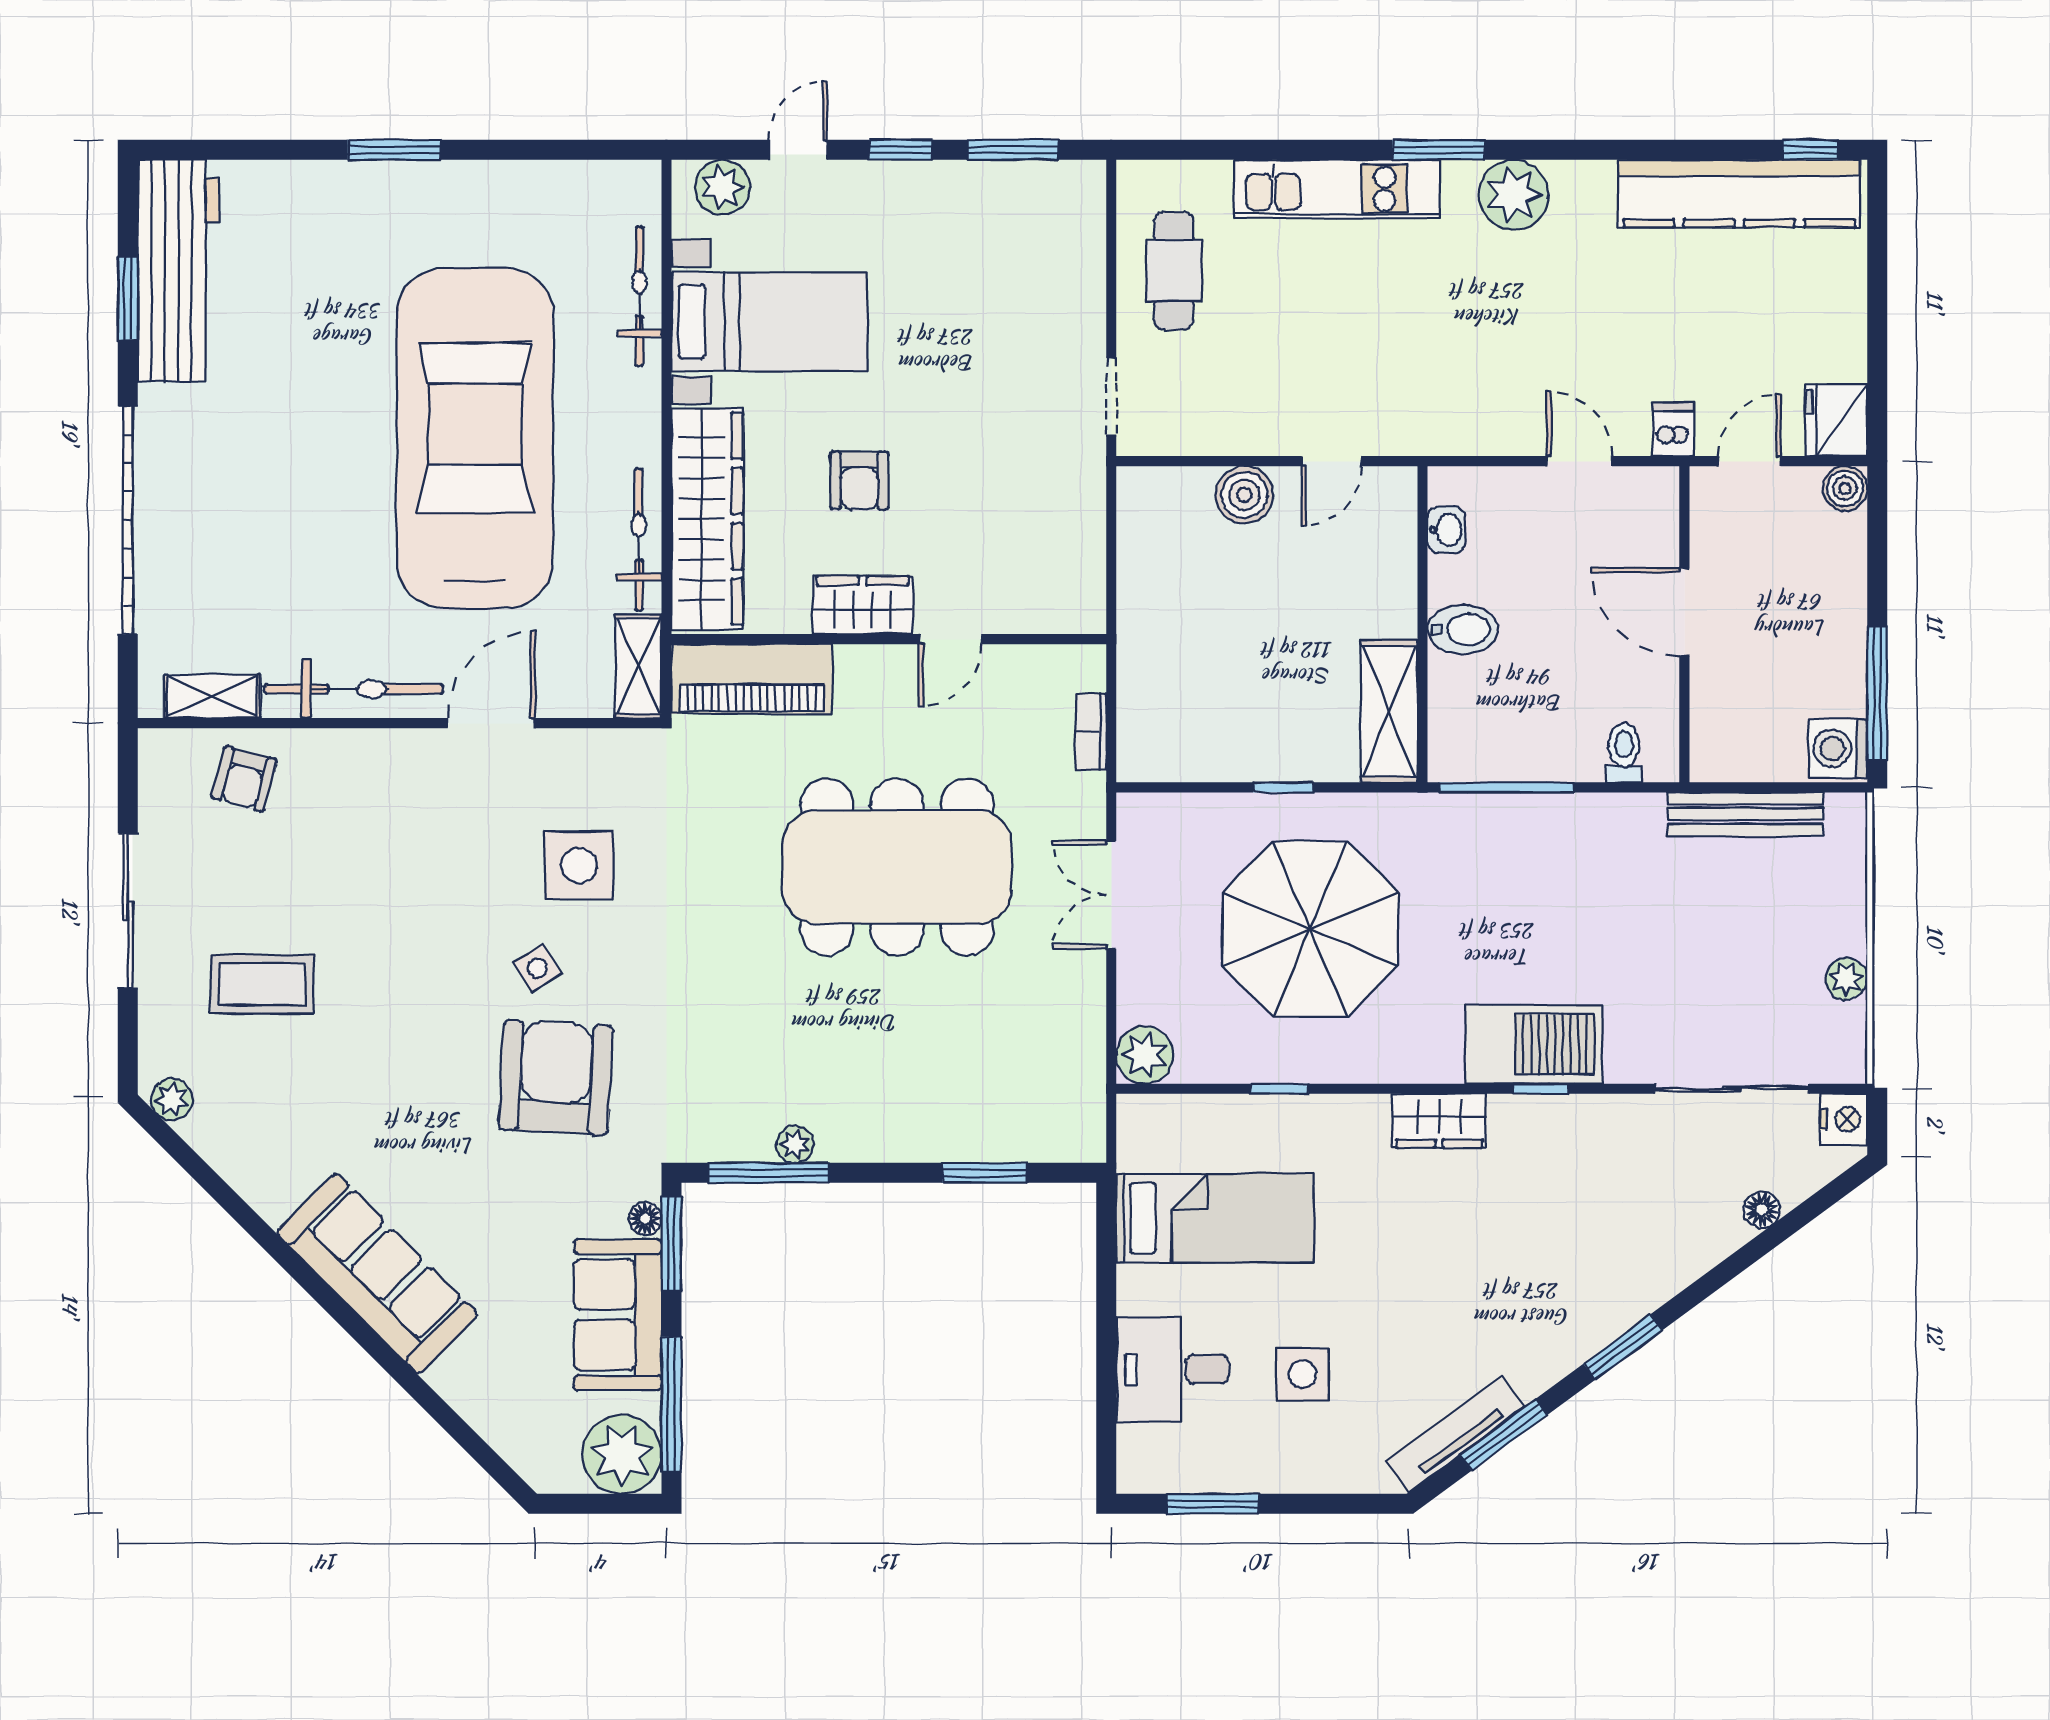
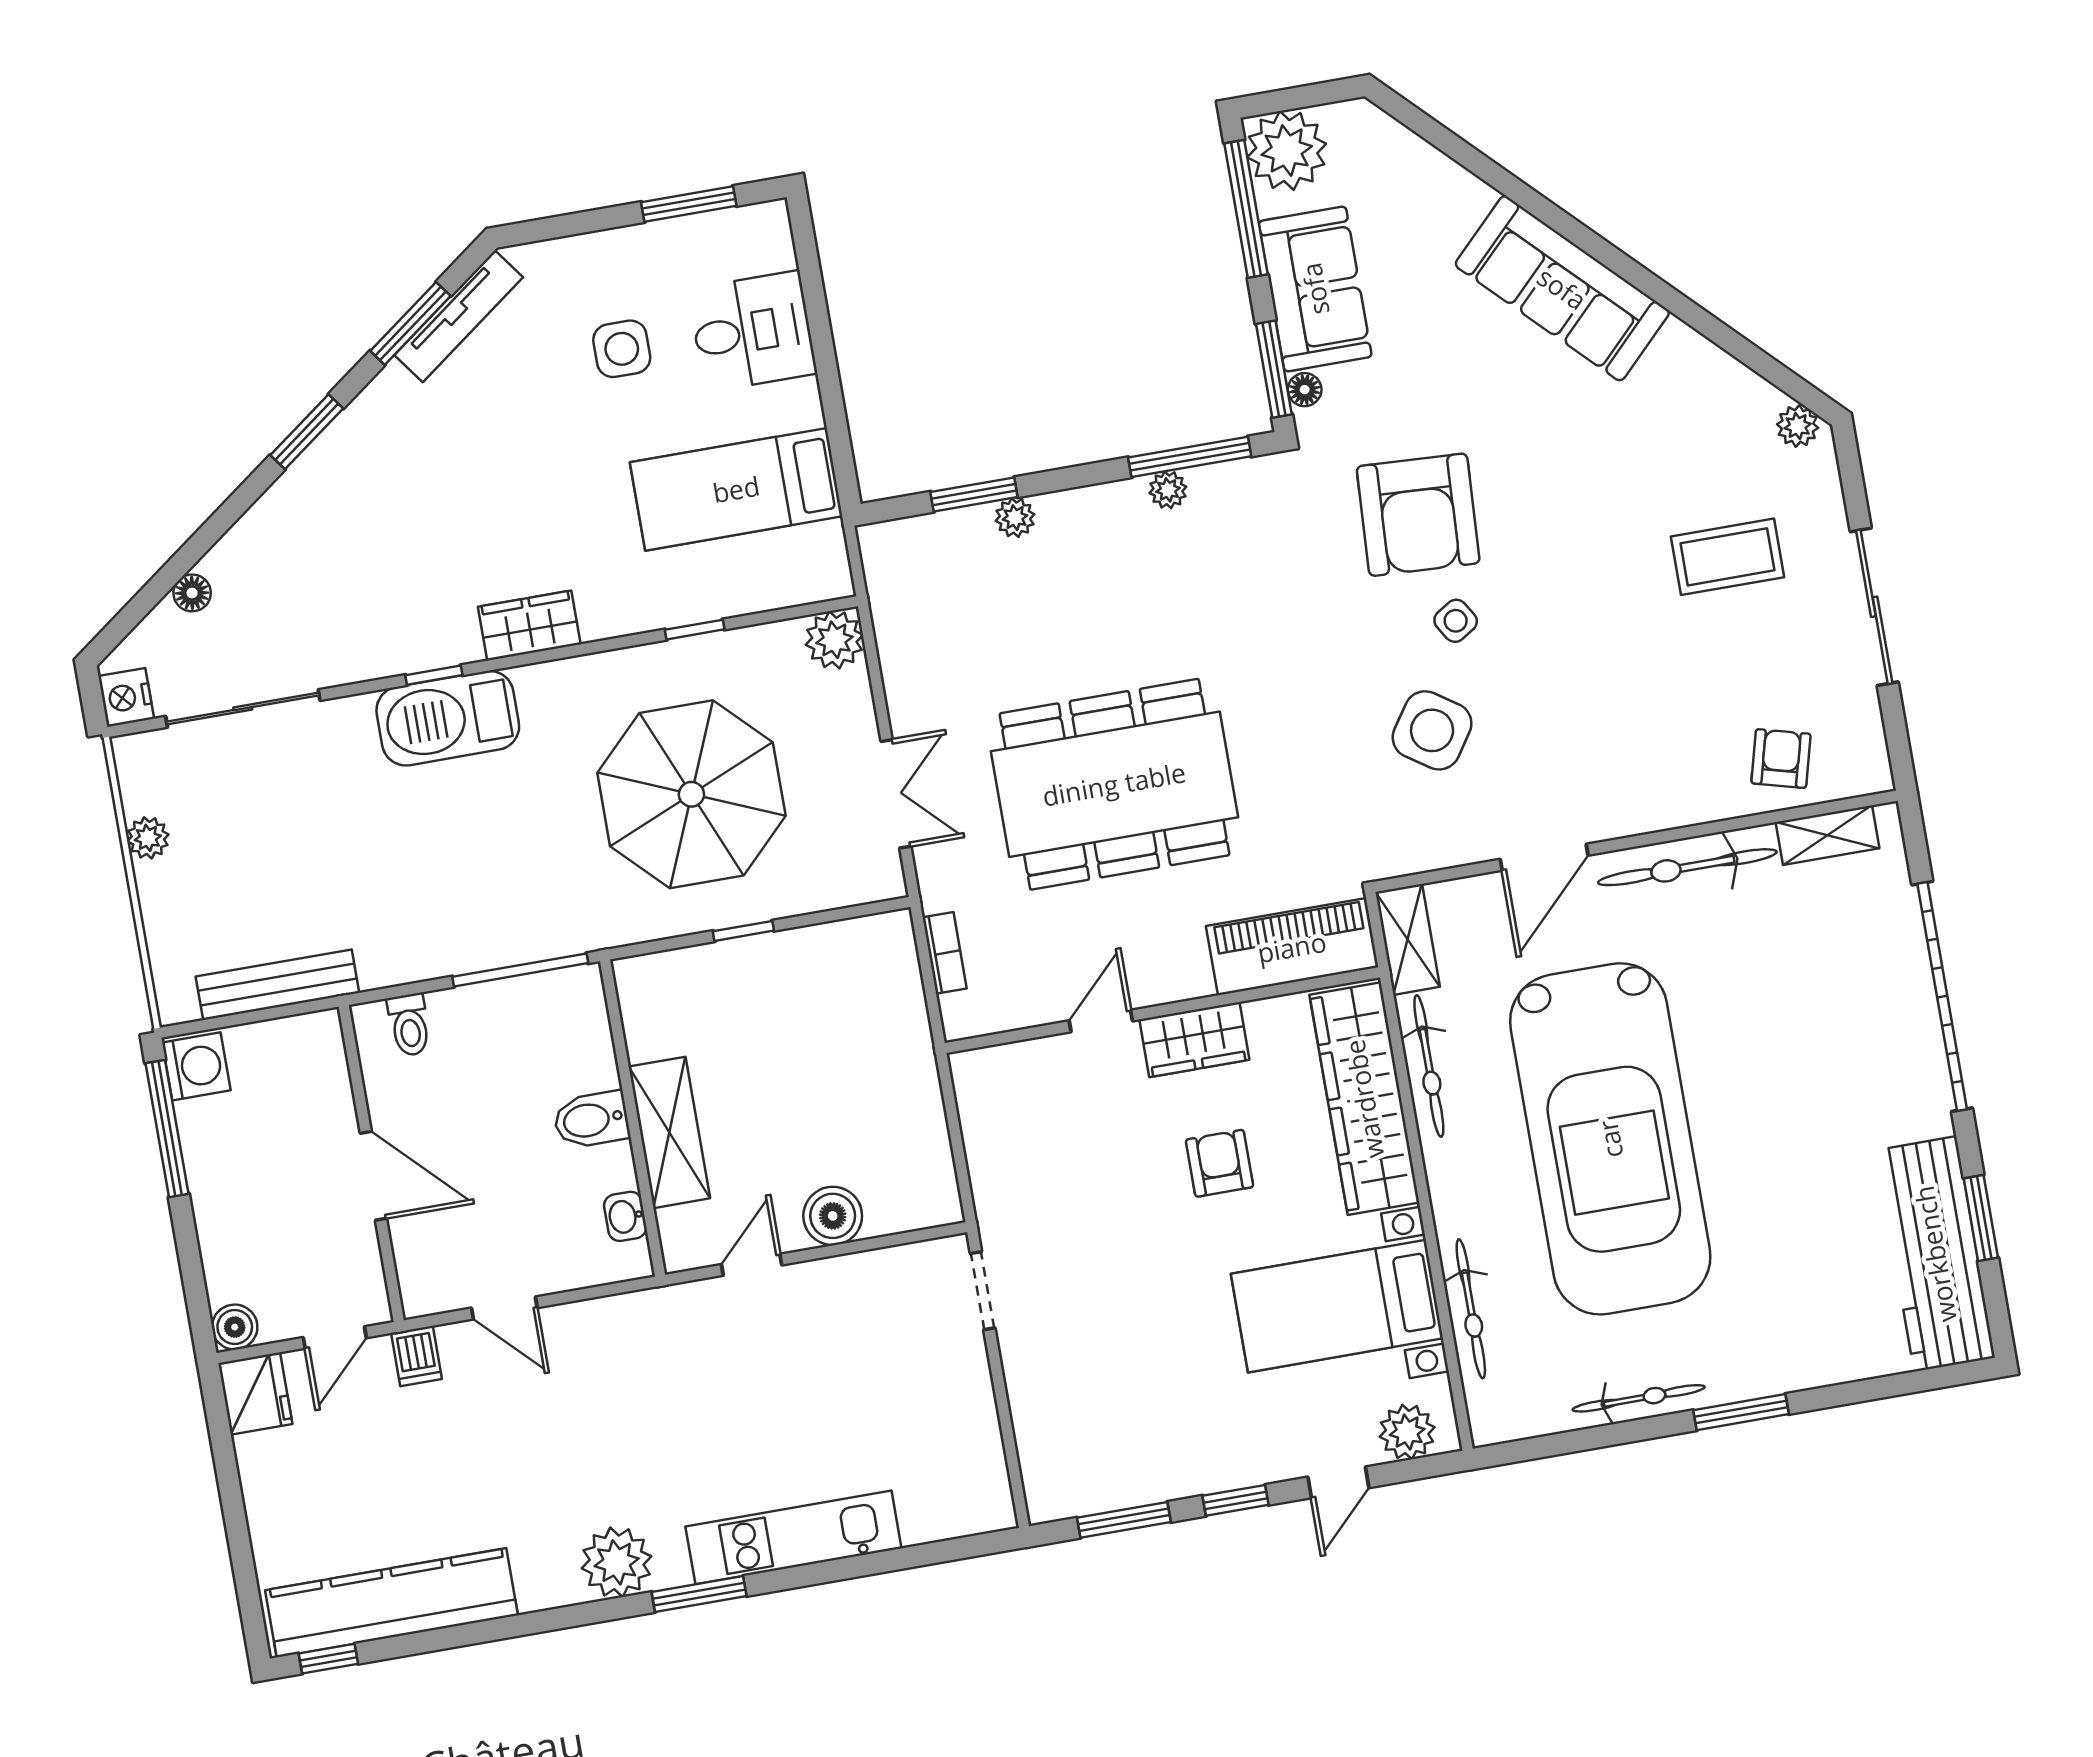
bicycle: (491, 181) -> (1639, 1398), added
cafe table: (1174, 271) -> (942, 1427), removed
shelving: (1389, 711) -> (669, 1132), moved
side table: (579, 866) -> (1432, 730), turned 34
plant: (948, 1143) -> (1015, 518), added

